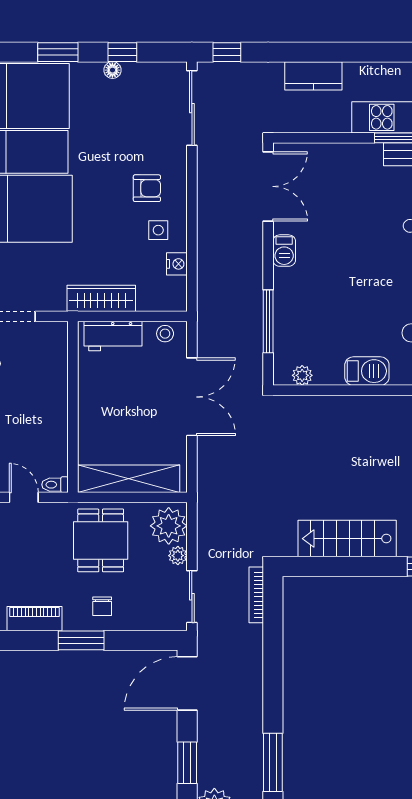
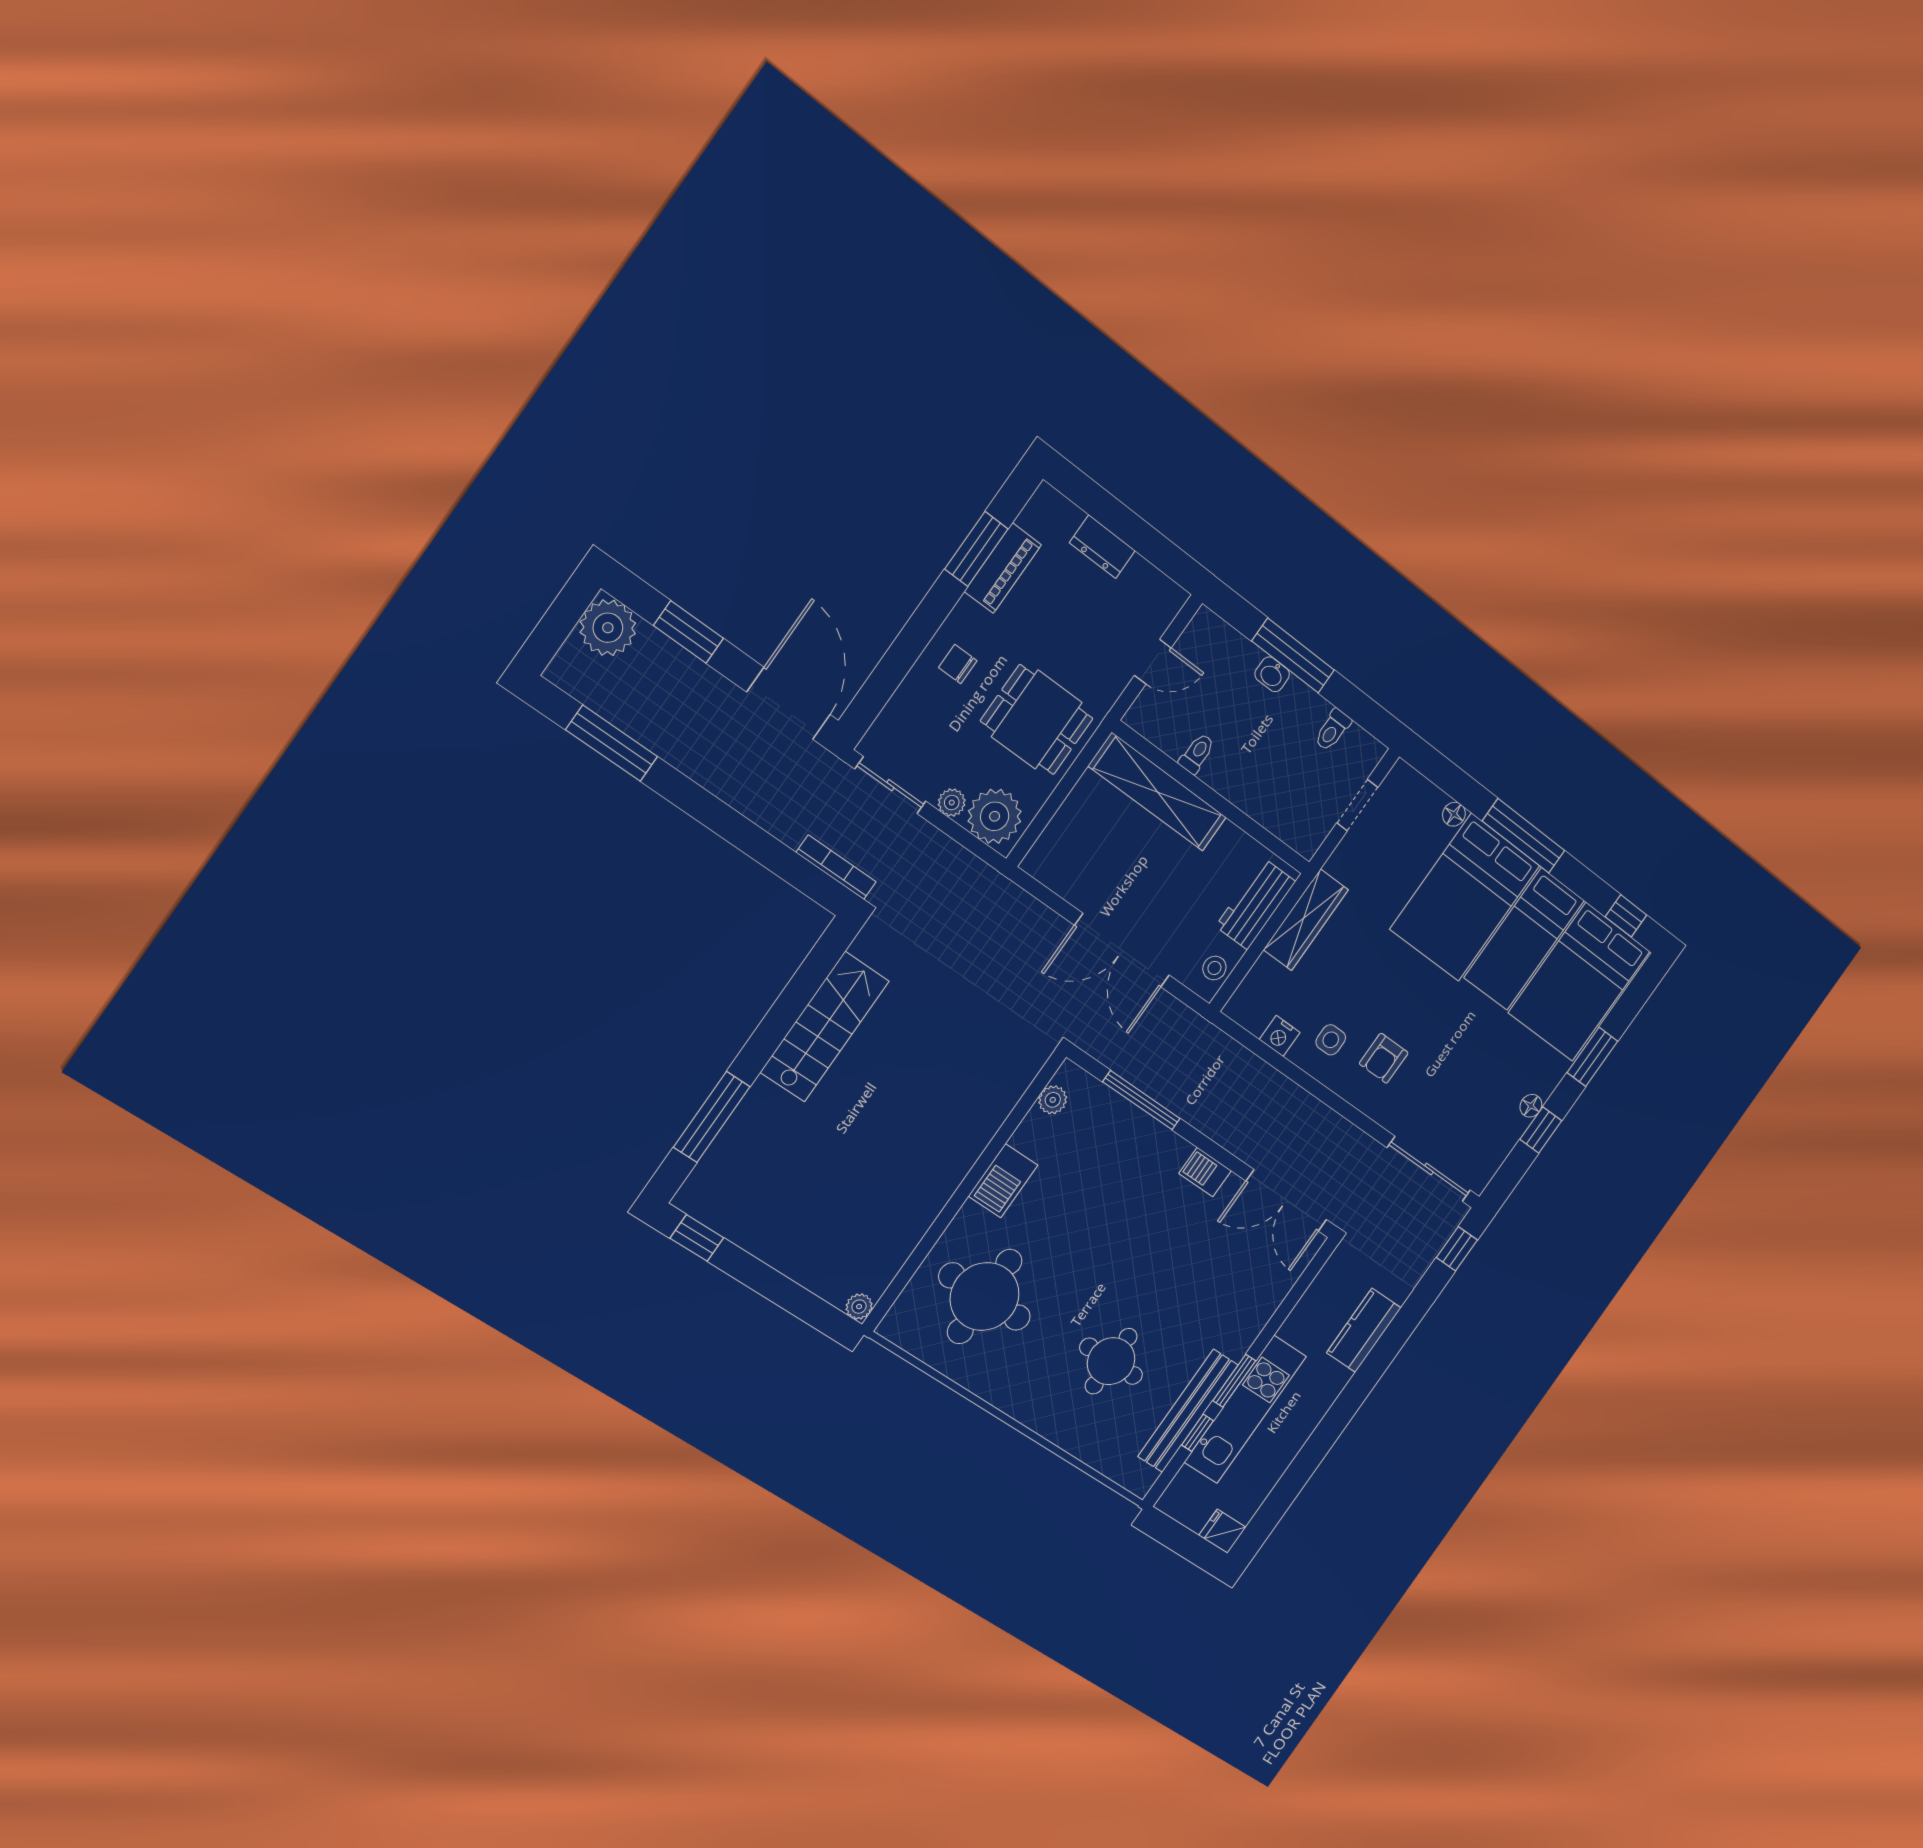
shelving: (129, 479) -> (1157, 792), moved, turned 90
toilet: (55, 485) -> (1197, 754), moved
window: (81, 640) -> (976, 549), moved

